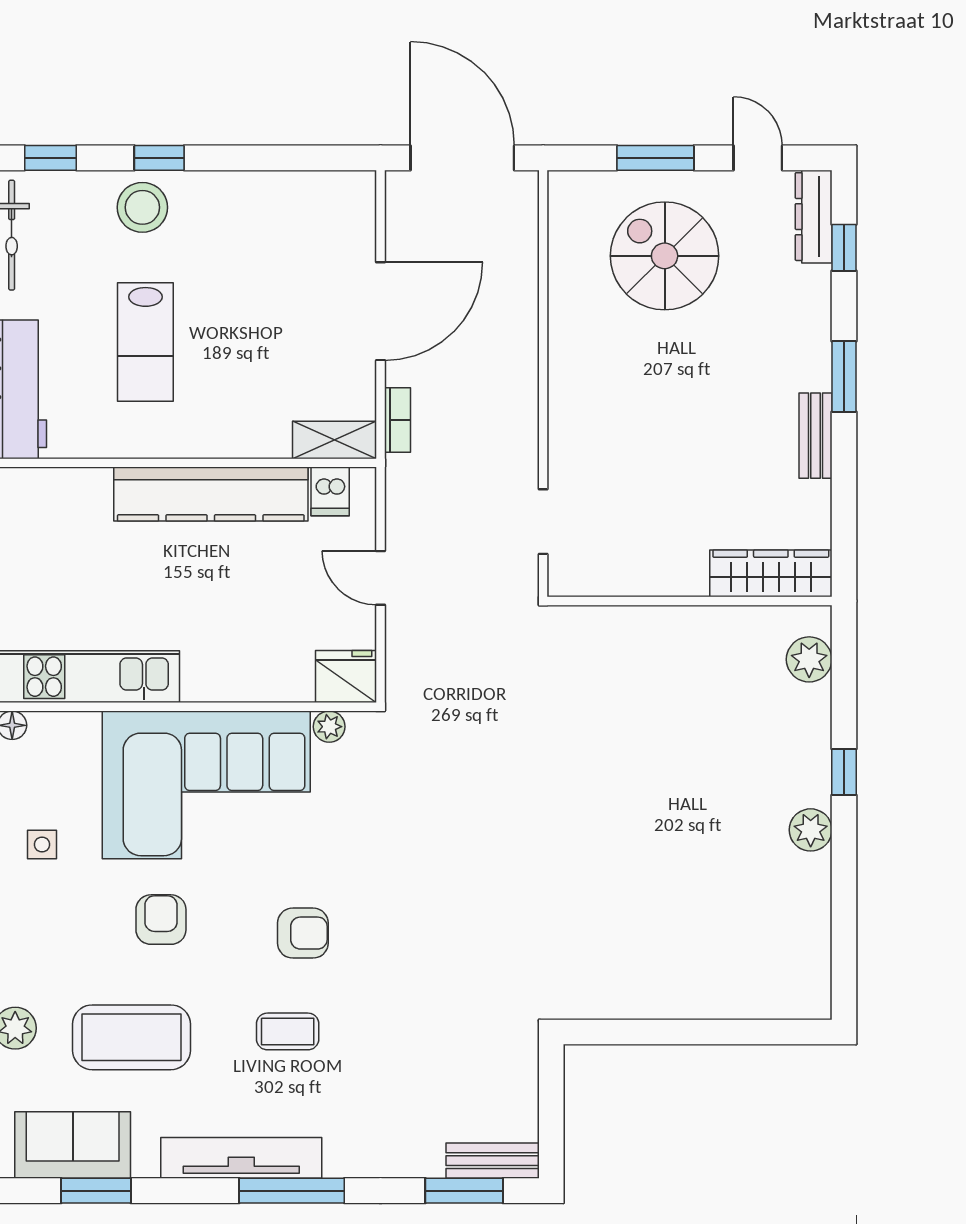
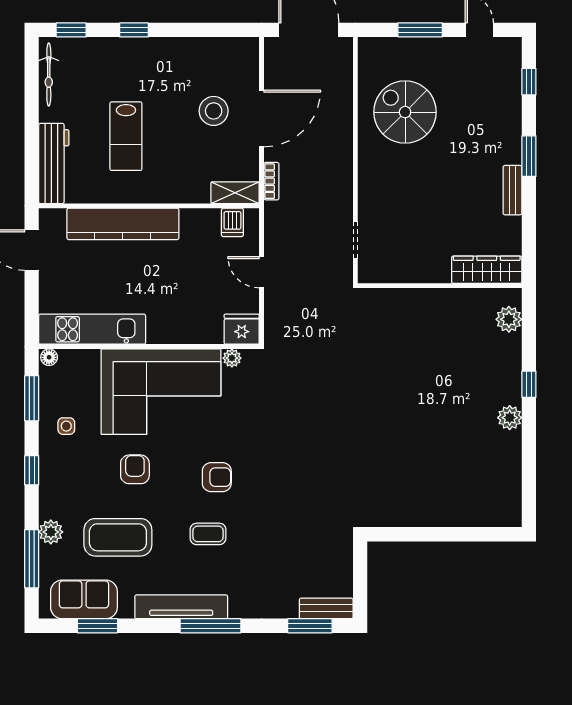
stool: (142, 207) -> (214, 111), moved
dresser: (814, 217) -> (511, 64), removed
spiral stairs: (665, 256) -> (405, 112), moved
kitchen counter: (211, 494) -> (123, 224), moved

